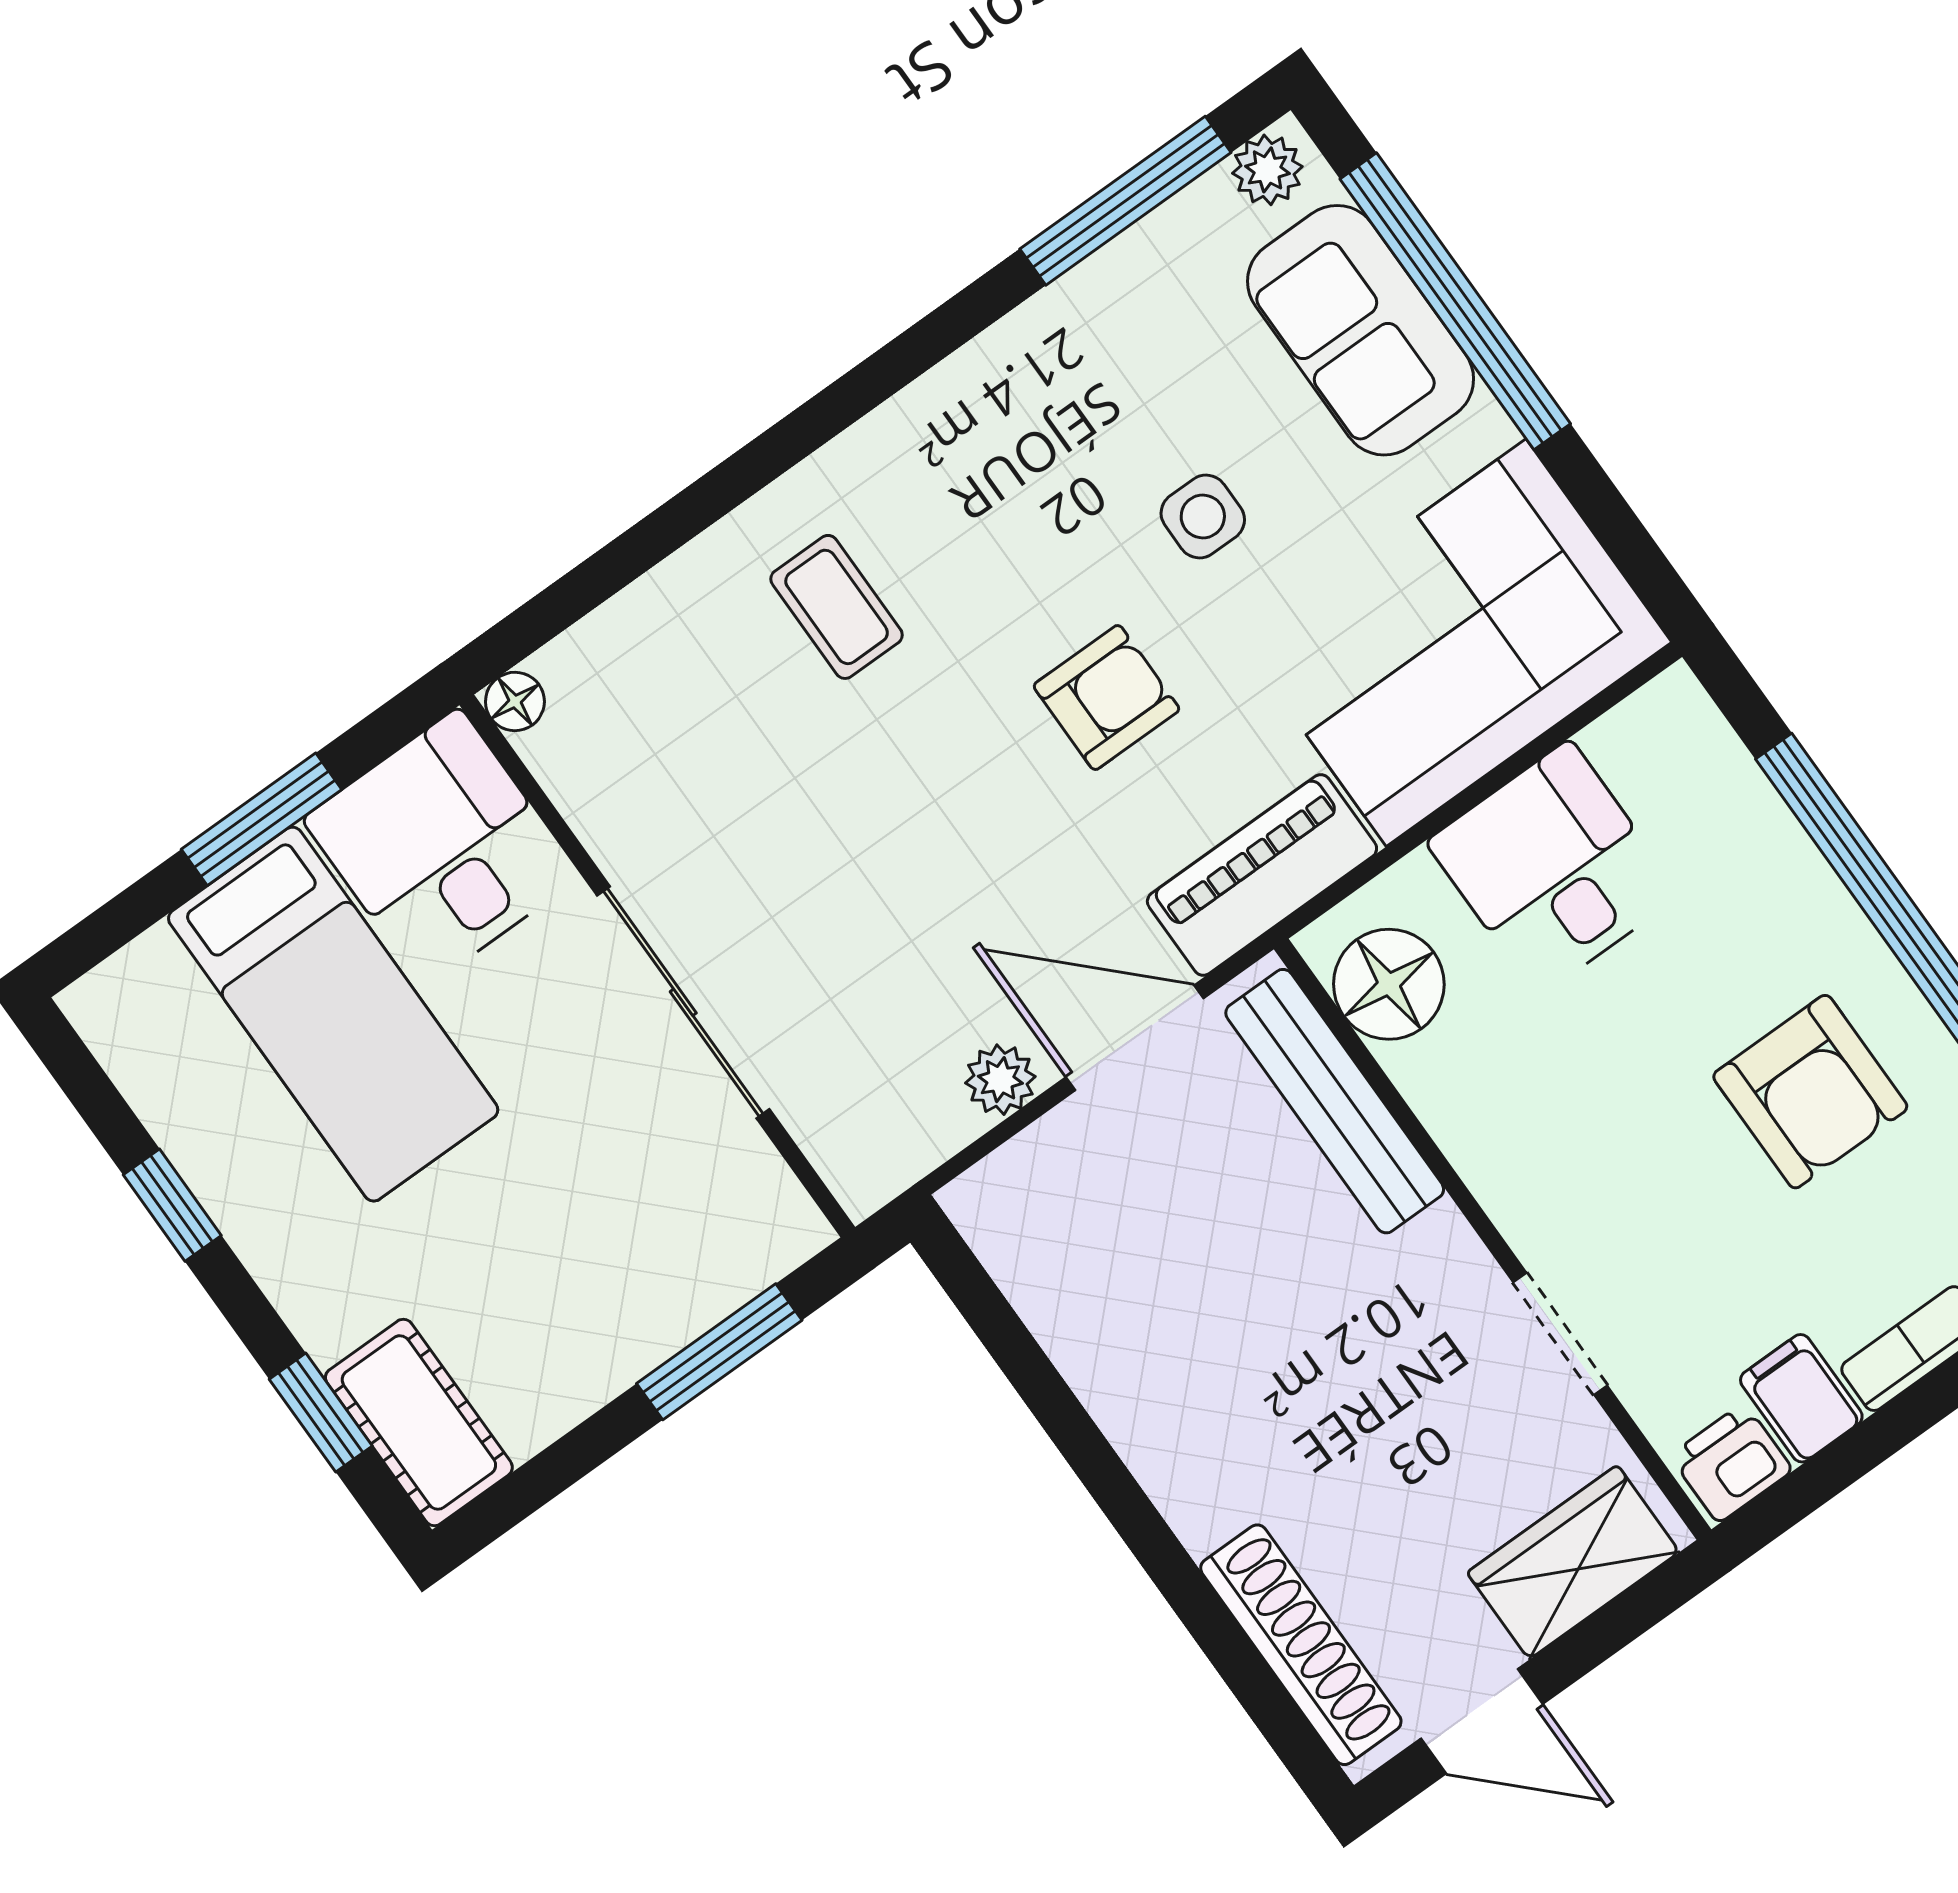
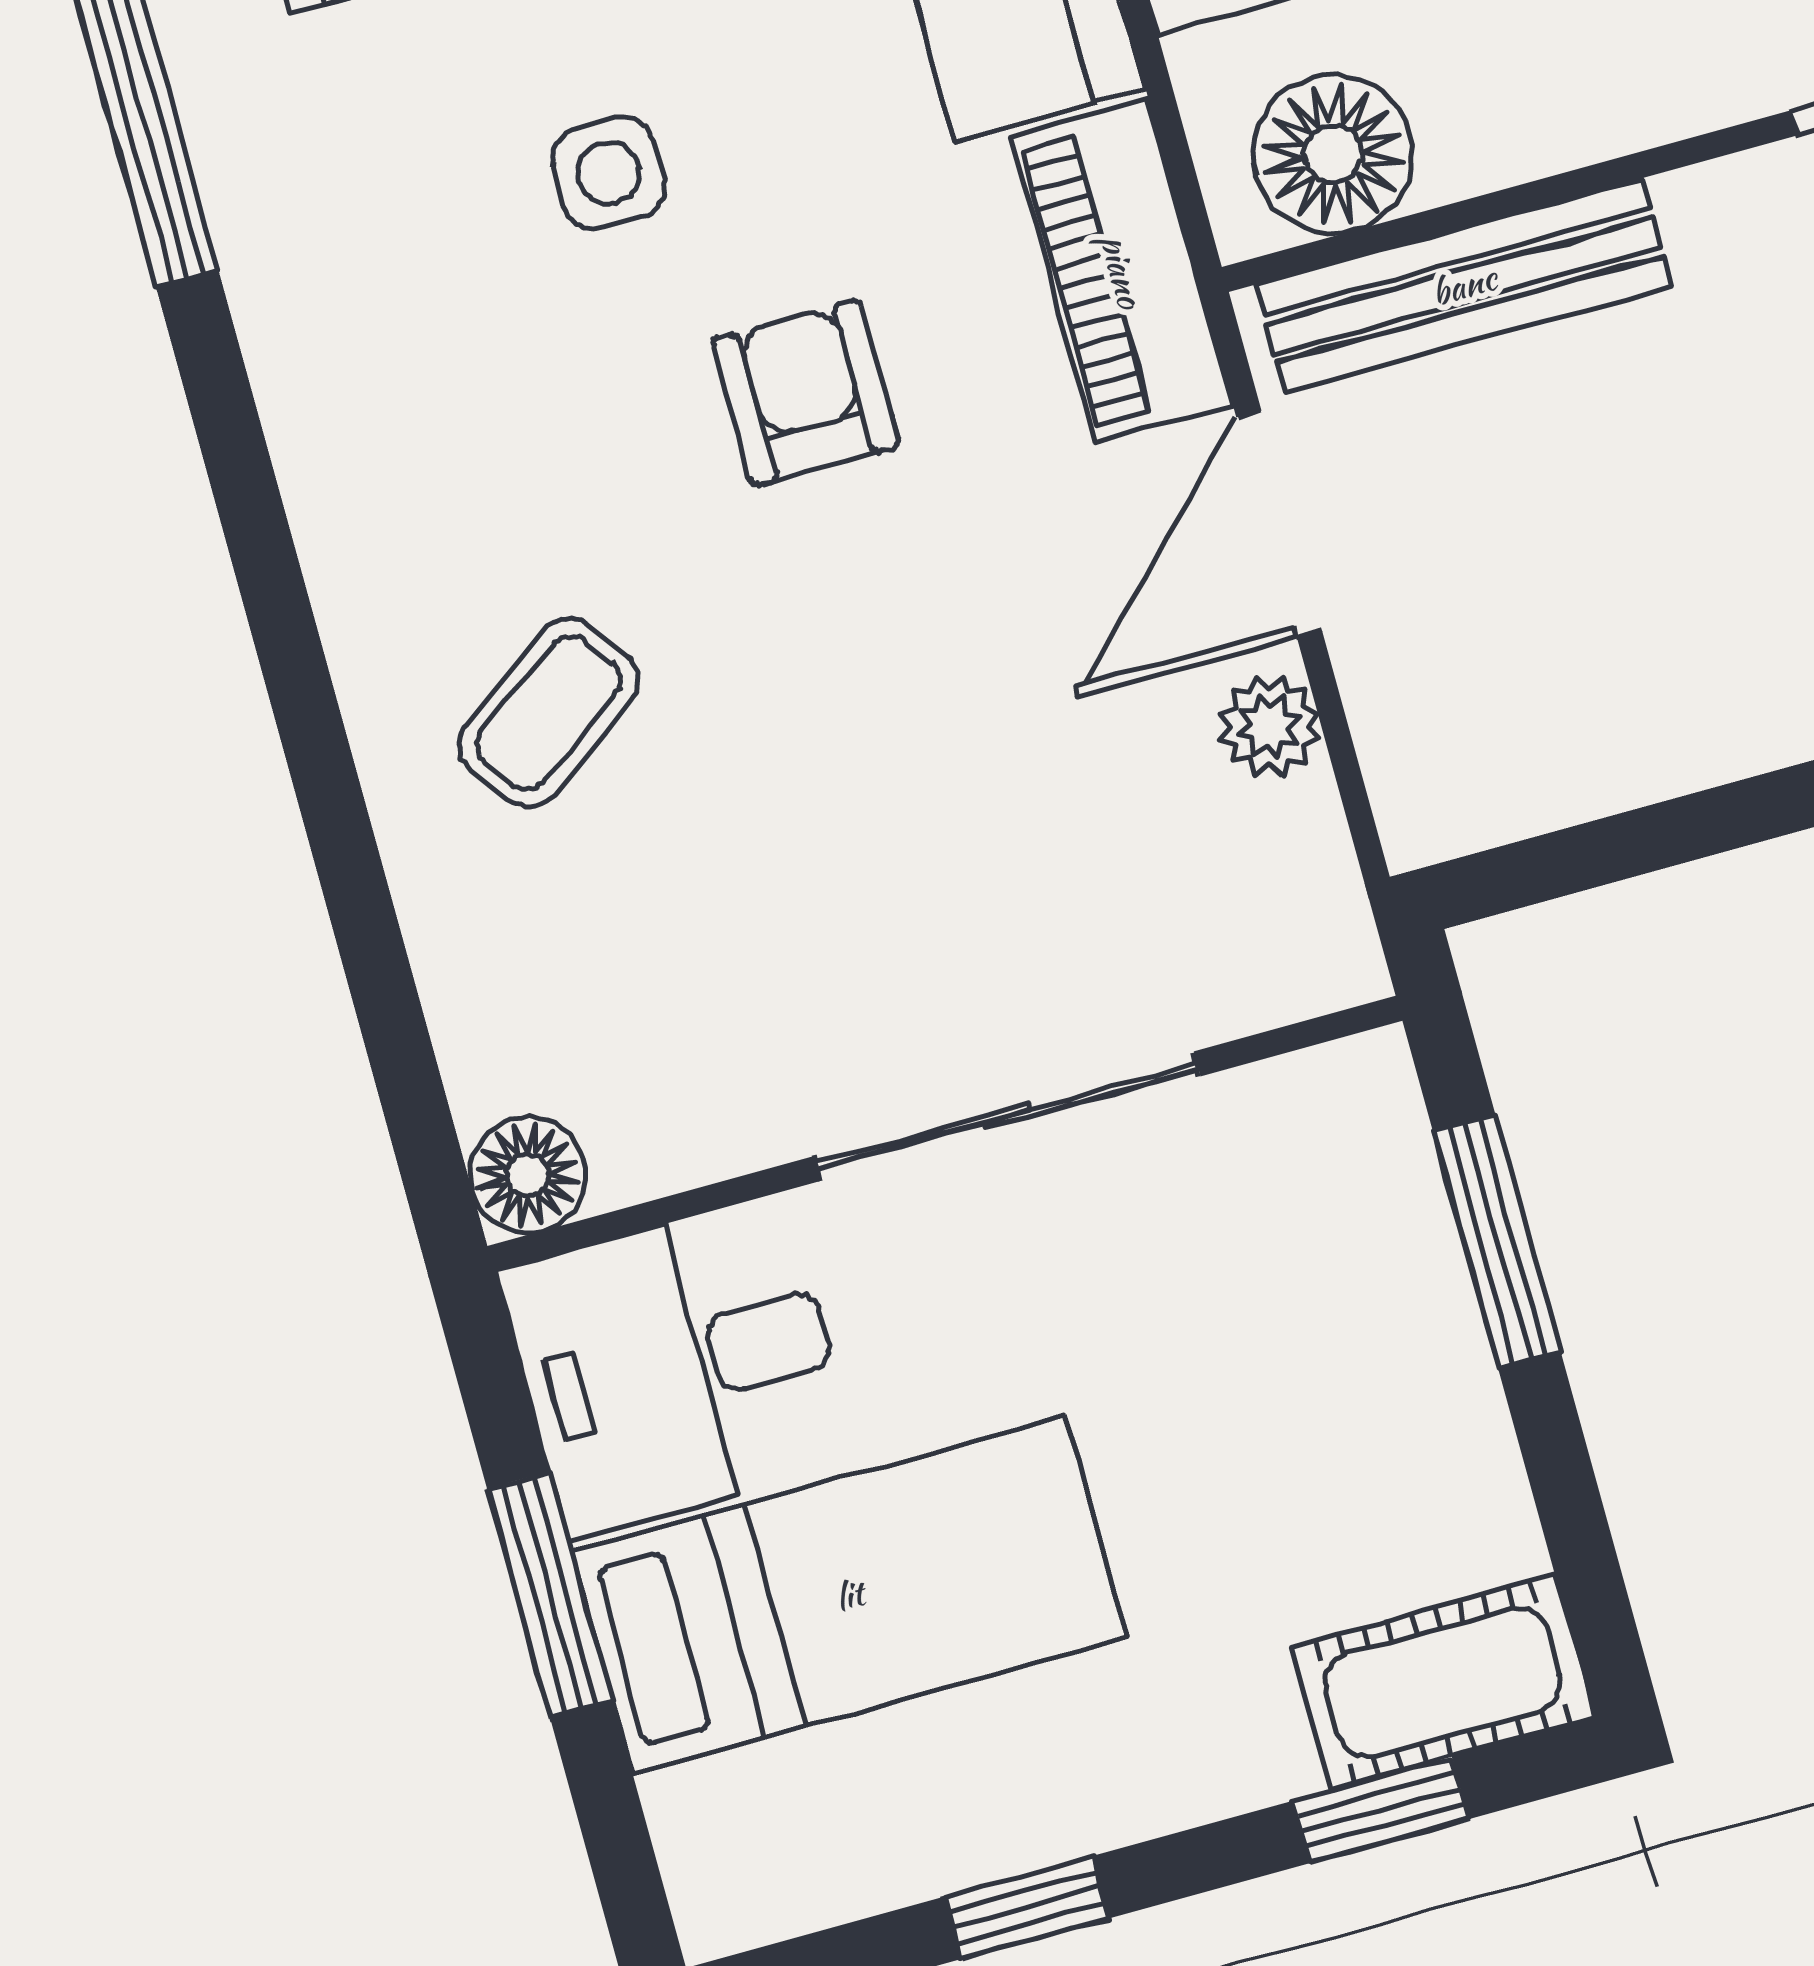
coffee table: (837, 607) -> (549, 713), turned -35
floor lamp: (515, 701) -> (528, 1175), width x1.37, depth x1.37

